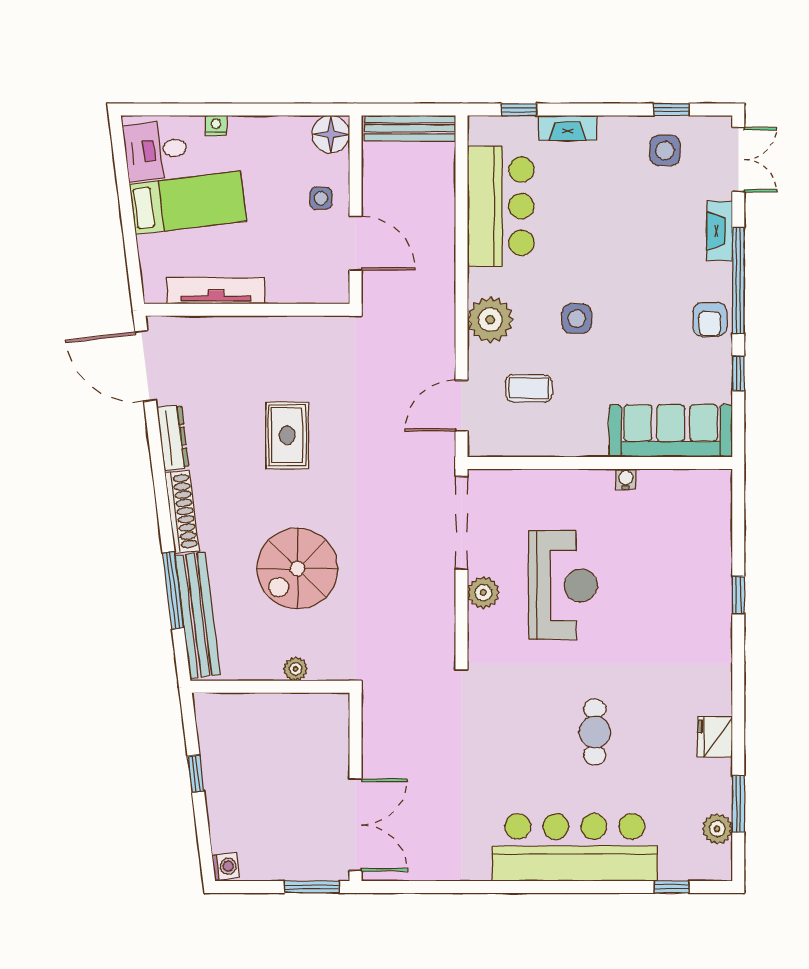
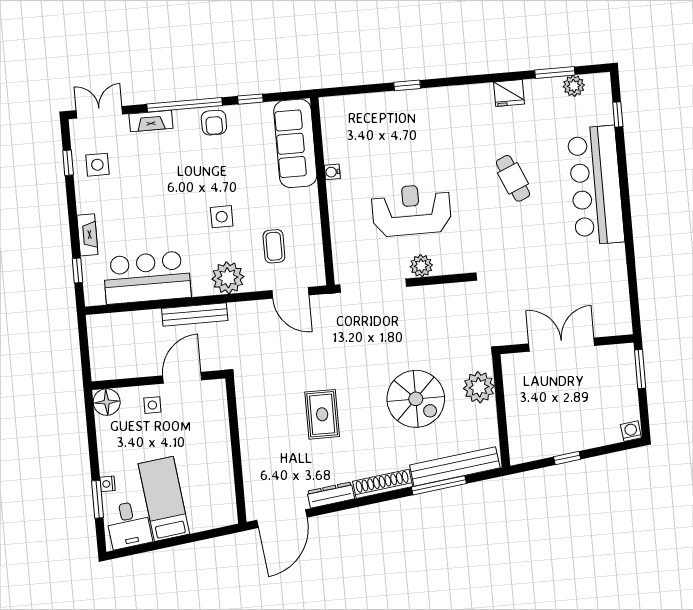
window: (195, 110) -> (98, 499), added
bench: (410, 128) -> (195, 314), moved, turned 90
tv unit: (216, 291) -> (224, 474), removed
armchair: (710, 319) -> (214, 123), turned 90
rug: (287, 435) -> (322, 414), turned 90
plant: (295, 669) -> (479, 387), width x1.88, depth x1.88
cafe table: (595, 732) -> (513, 178), turned 67
double door: (356, 825) -> (562, 345), moved

